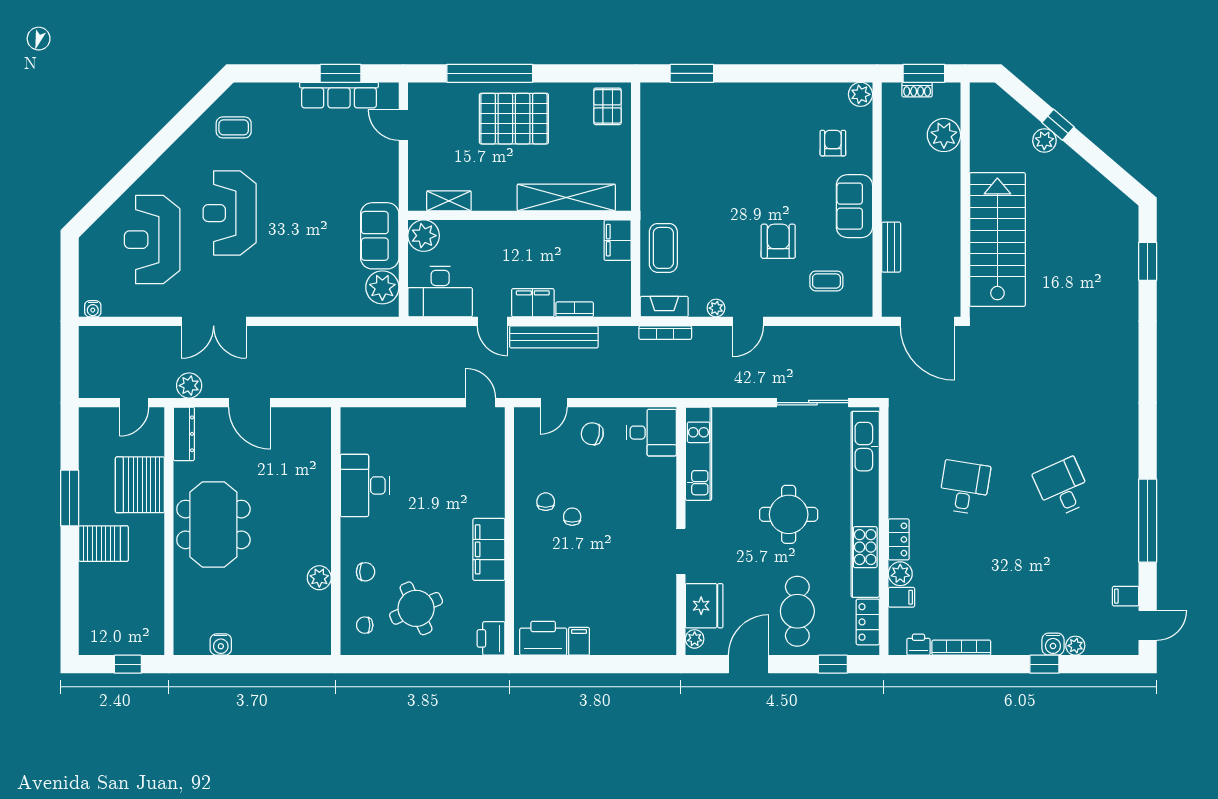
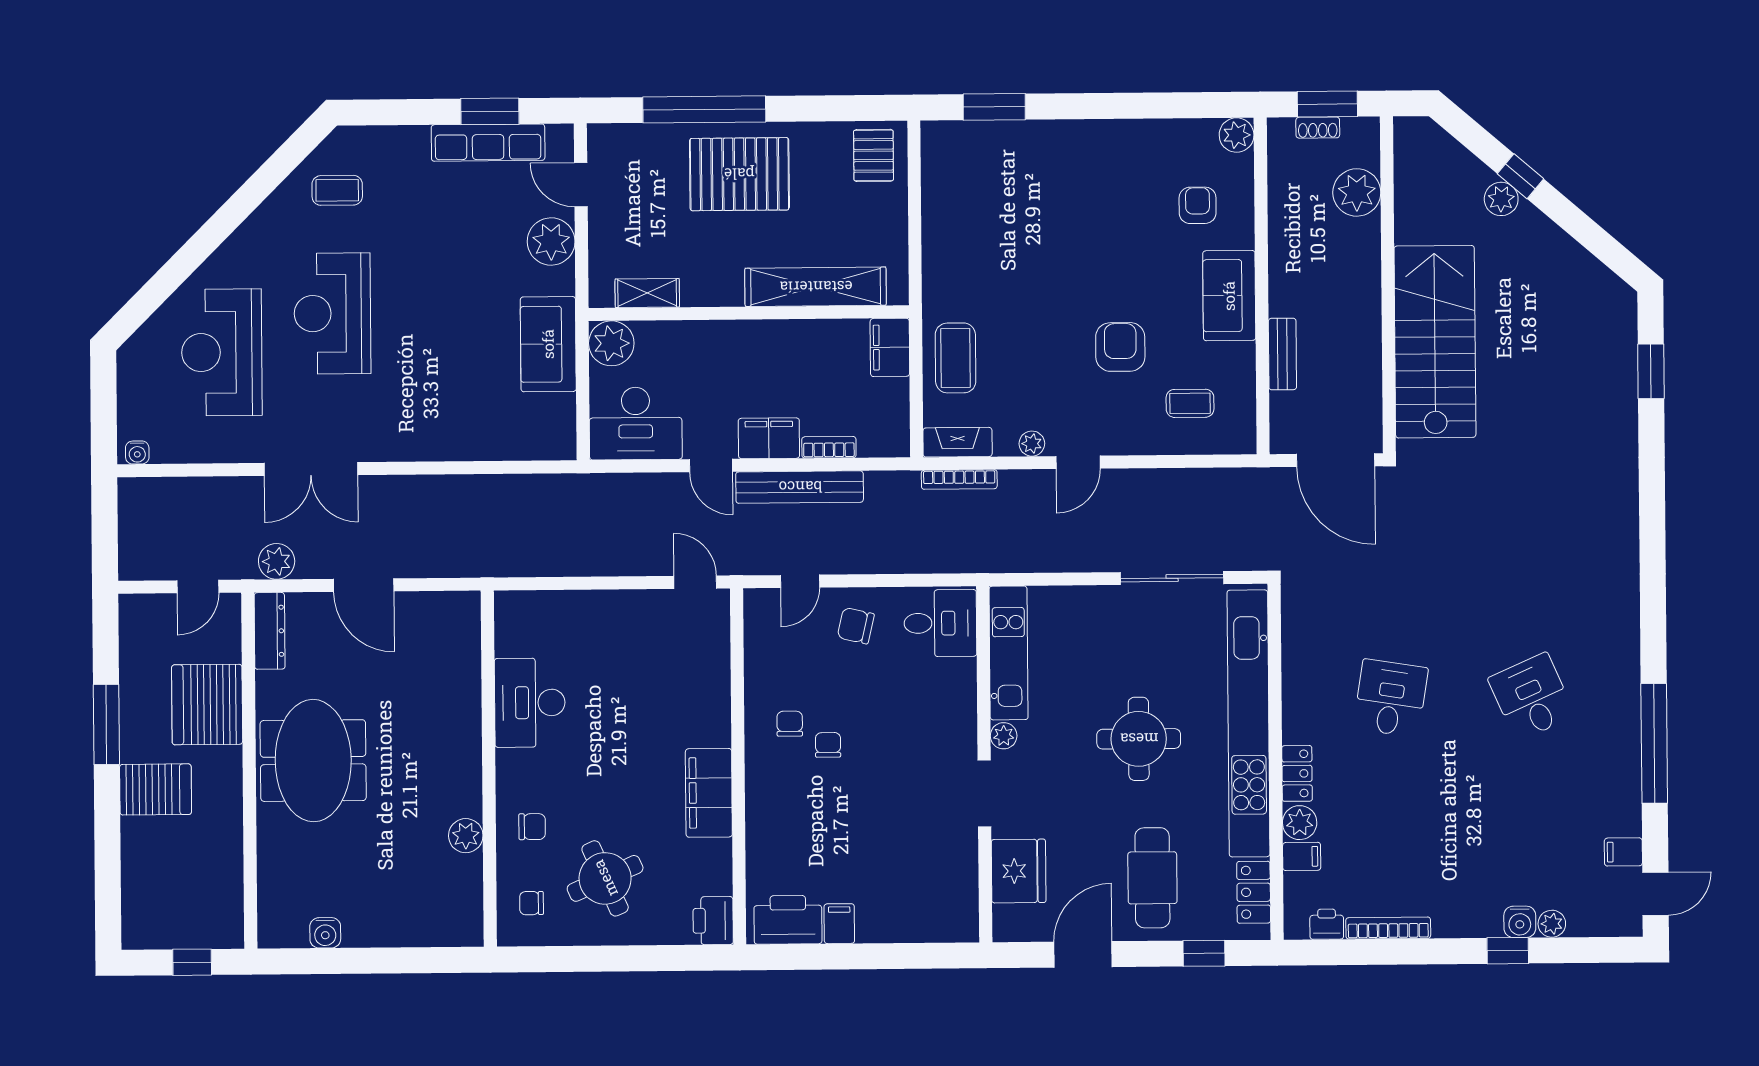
plant: (382, 287) -> (551, 241), moved
plant: (695, 639) -> (1004, 736), moved

